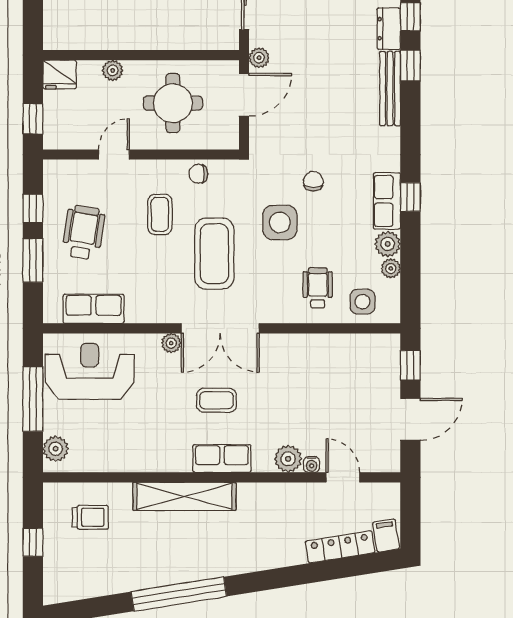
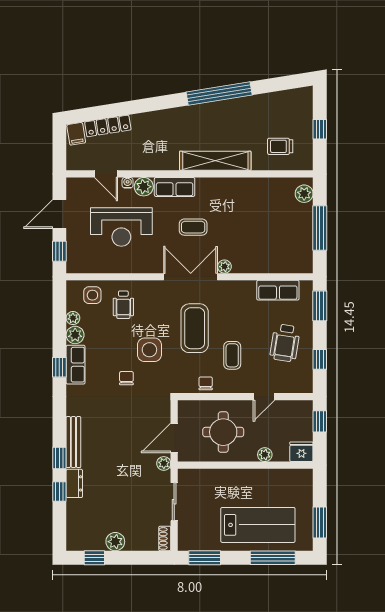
chair: (198, 174) -> (206, 383), turned -90
chair: (313, 181) -> (126, 378), turned 180
window: (33, 260) -> (320, 306), moved
reception desk: (90, 371) -> (121, 227), moved
row of seats: (222, 458) -> (175, 187), moved

